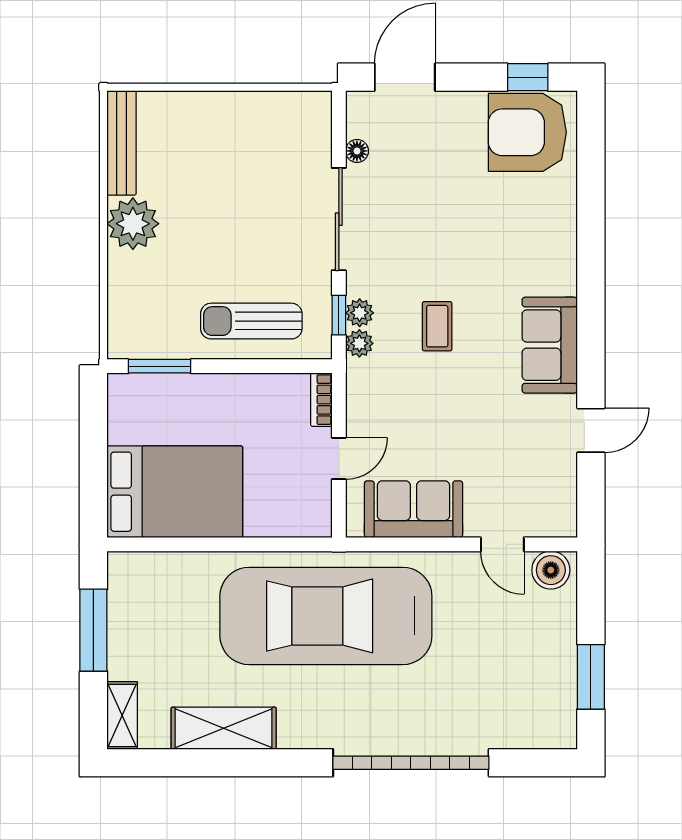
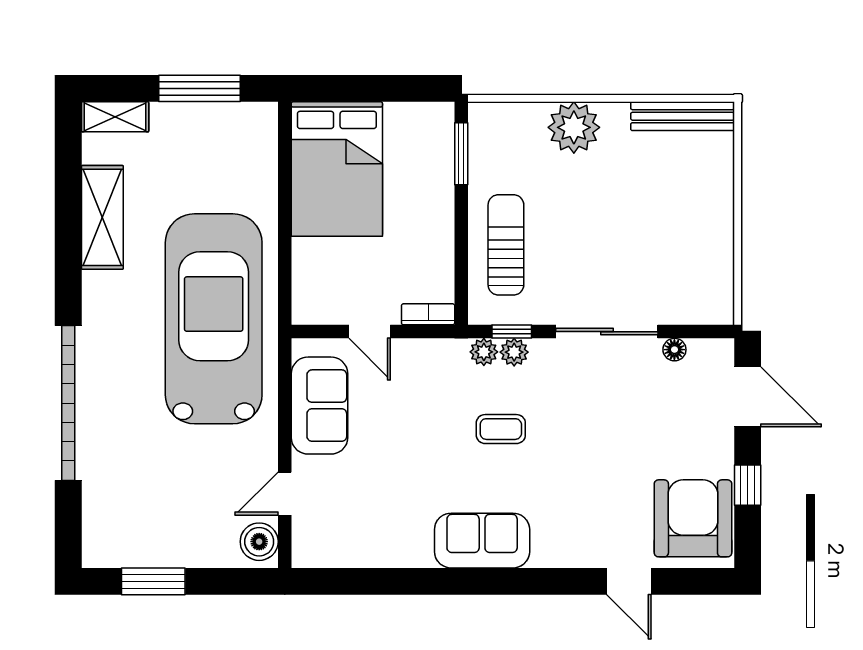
window: (528, 77) -> (748, 485), moved
plant: (133, 224) -> (574, 127), moved
door: (591, 430) -> (629, 581), moved

